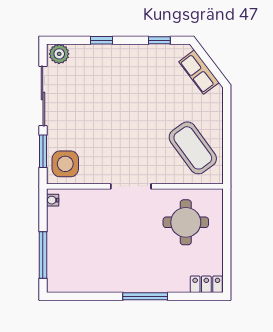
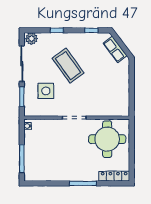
coffee table: (193, 148) -> (68, 66), moved
side table: (65, 164) -> (46, 91), moved
round table: (186, 222) -> (107, 139), width x1.36, depth x1.36
locker: (206, 284) -> (114, 176), width x1.53

